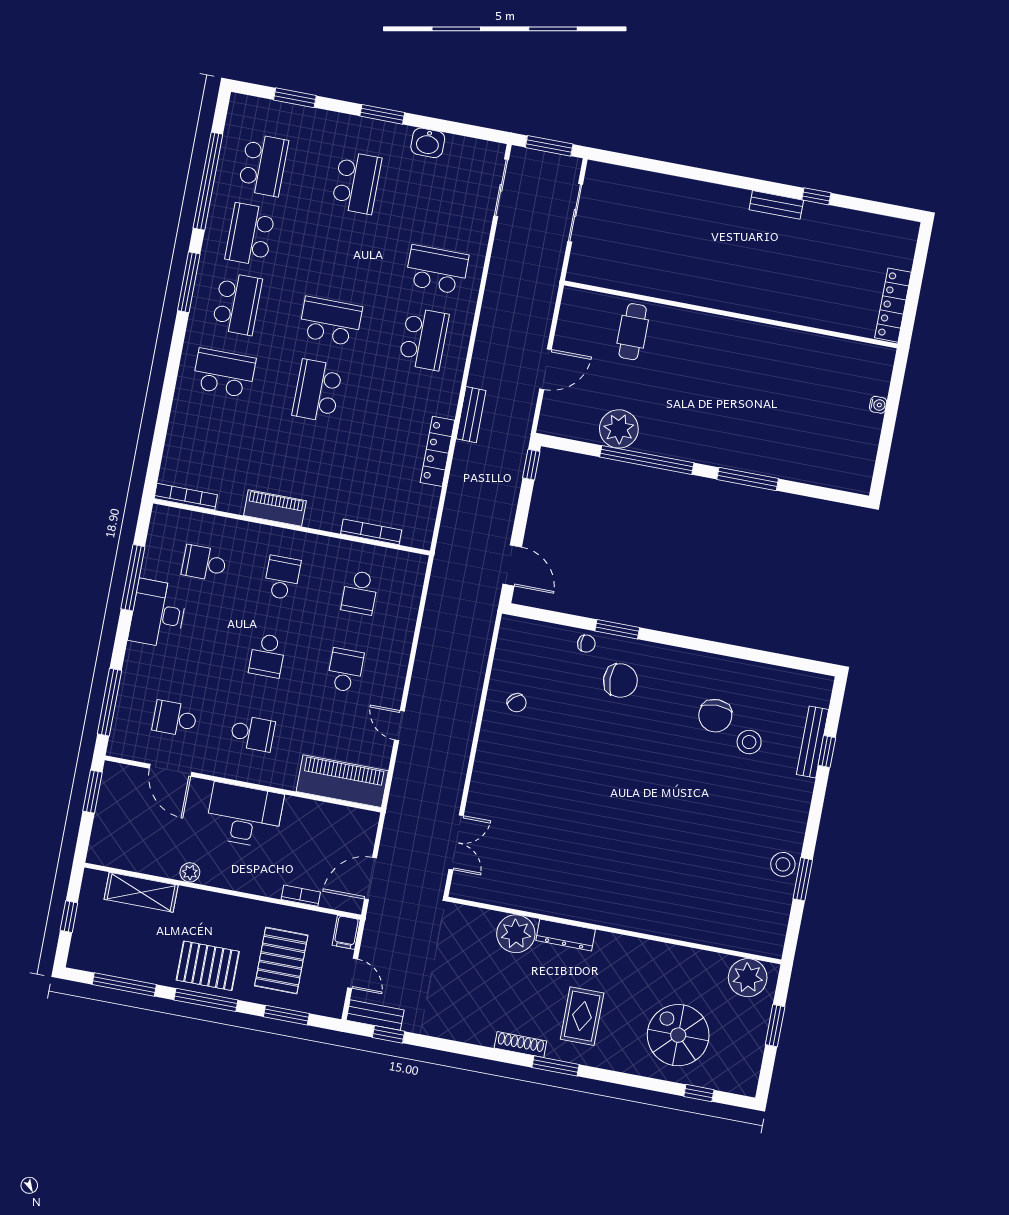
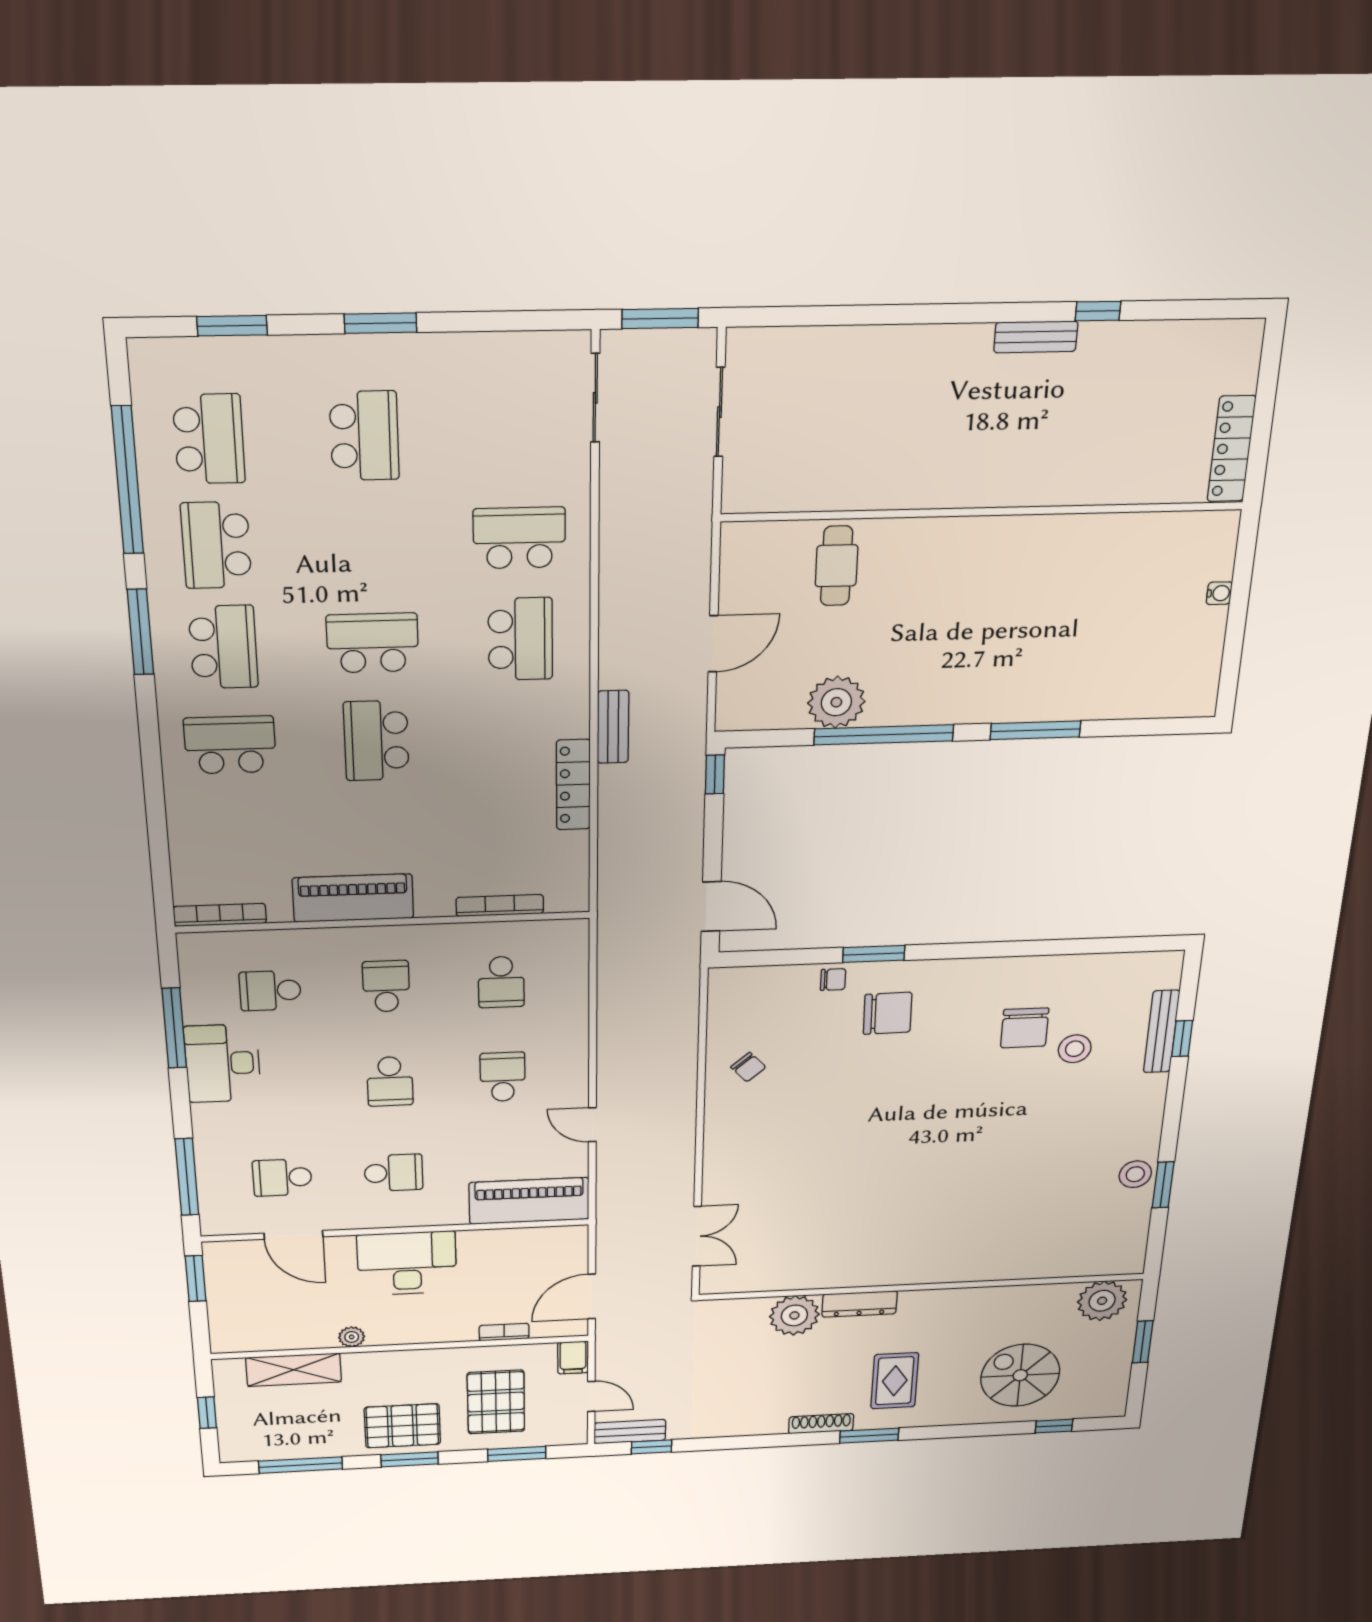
washbasin: (428, 143) -> (464, 353), removed
piano: (275, 508) -> (353, 898), width x1.37, depth x1.33
window: (206, 1000) -> (410, 1459), width x0.69

